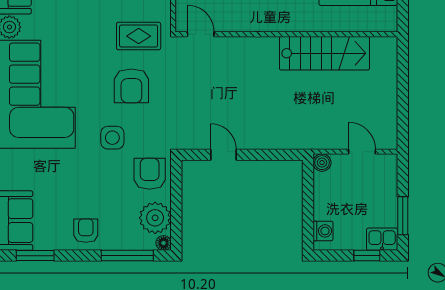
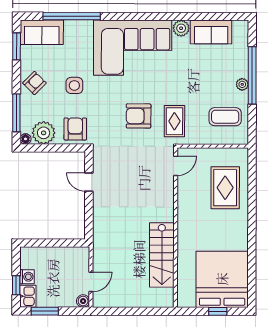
side table: (112, 138) -> (74, 85), moved
door: (223, 155) -> (89, 182), swing flipped
boiler: (322, 163) -> (83, 301), moved
armchair: (150, 174) -> (75, 129), turned -90
armchair: (86, 231) -> (34, 83), turned -45
washing machine: (323, 231) -> (27, 277), moved, turned -90

